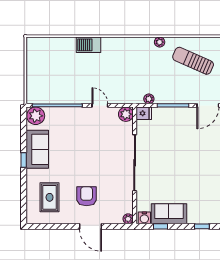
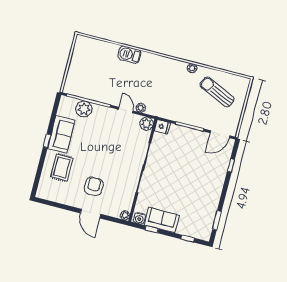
plant: (149, 99) -> (141, 108), moved
plant: (36, 116) -> (84, 109), moved
rug: (50, 197) -> (62, 168), moved

